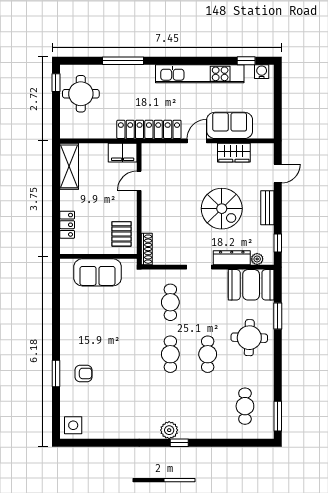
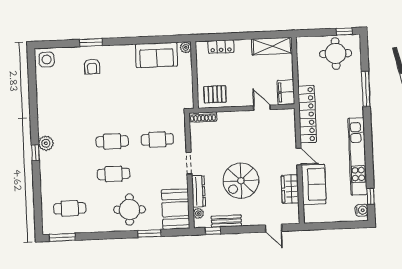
bench: (267, 208) -> (226, 221), moved
plant: (66, 265) -> (186, 47), added
sofa: (98, 272) -> (156, 55), moved, turned -90

